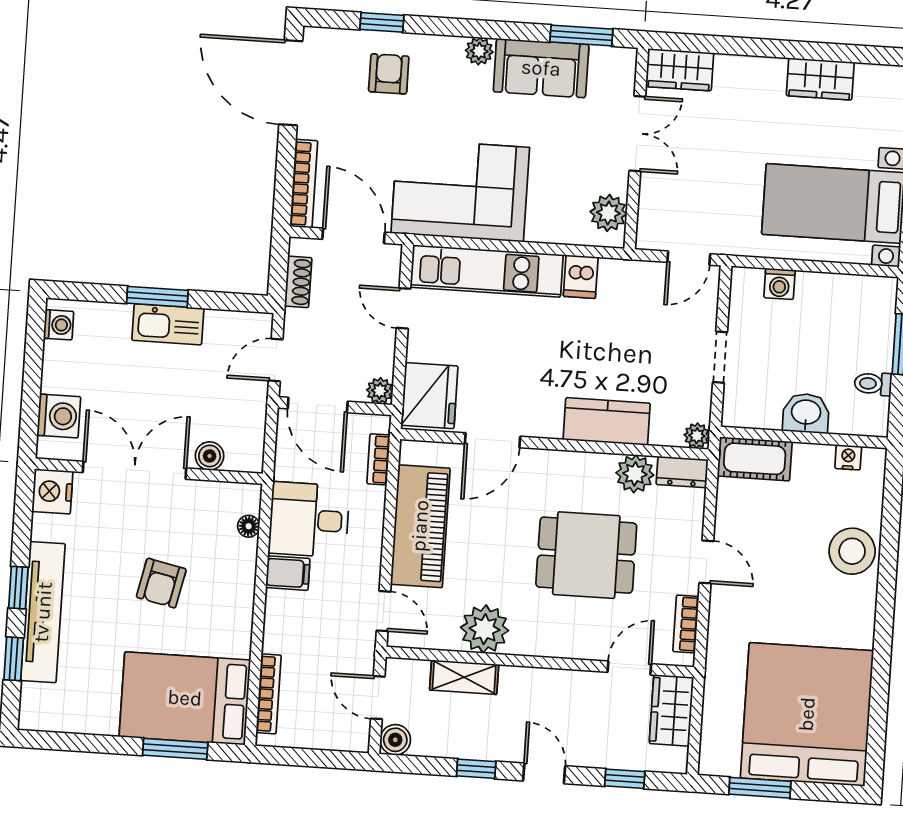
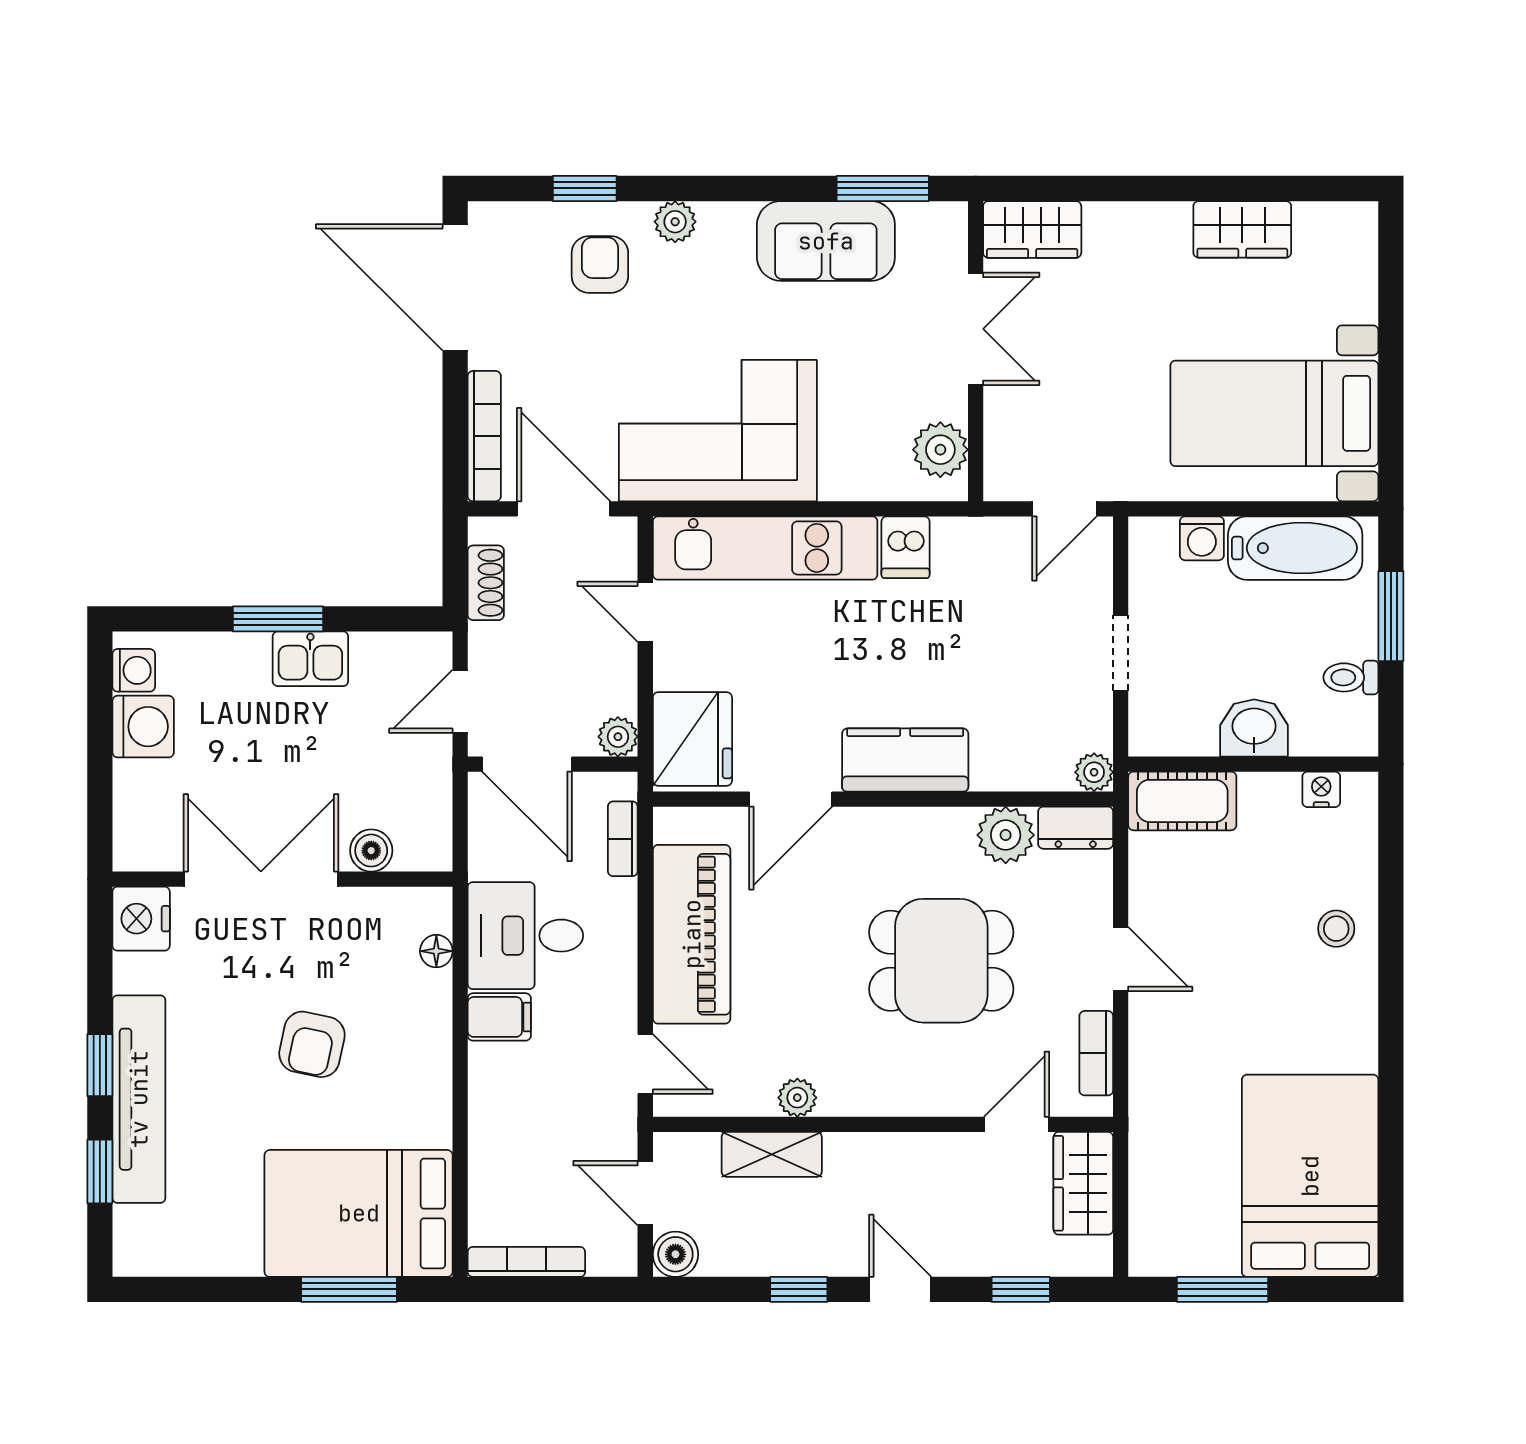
plant: (479, 51) -> (675, 222), moved
bathtub: (841, 295) -> (1295, 548), added
kitchen sink: (168, 324) -> (310, 659), width x0.73
washing machine: (59, 416) -> (143, 727), moved
kitchen counter: (607, 421) -> (905, 760), moved
stool: (852, 551) -> (1336, 929), width x0.53, depth x0.53
plant: (485, 629) -> (797, 1098), width x0.53, depth x0.53
bookcase: (269, 694) -> (526, 1262), moved, turned -90
bed: (807, 714) -> (1310, 1176), width x0.73

